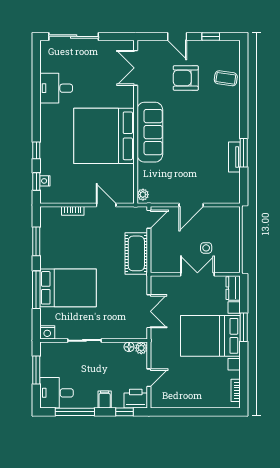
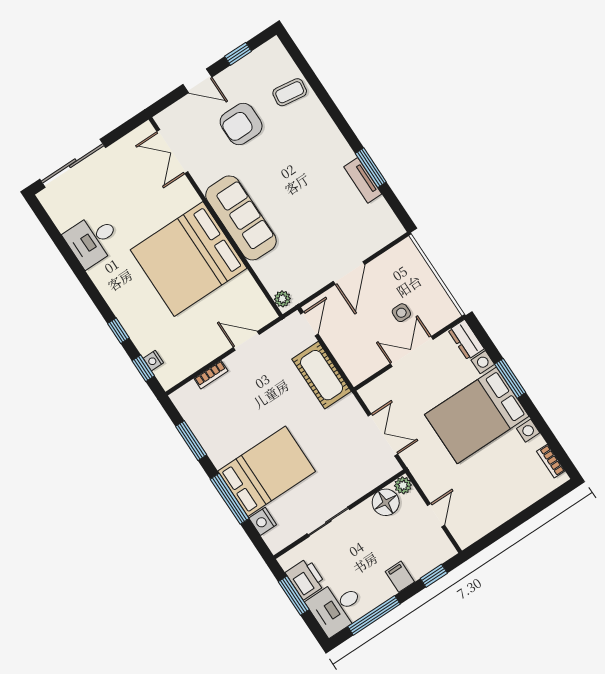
nightstand: (47, 332) -> (263, 521), moved, turned 90
floor lamp: (129, 347) -> (386, 502), width x1.89, depth x1.89
printer: (136, 399) -> (306, 579), moved, turned 90

